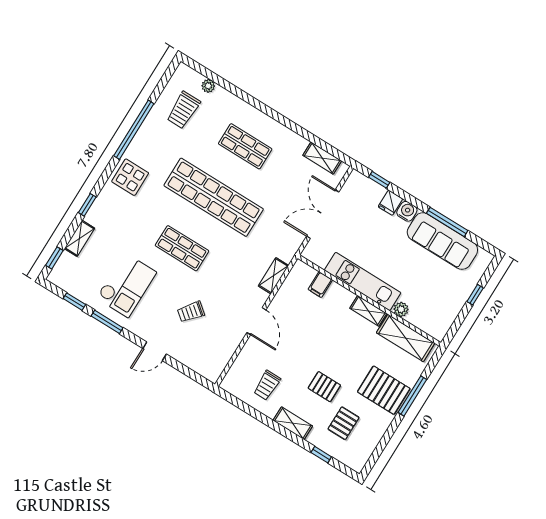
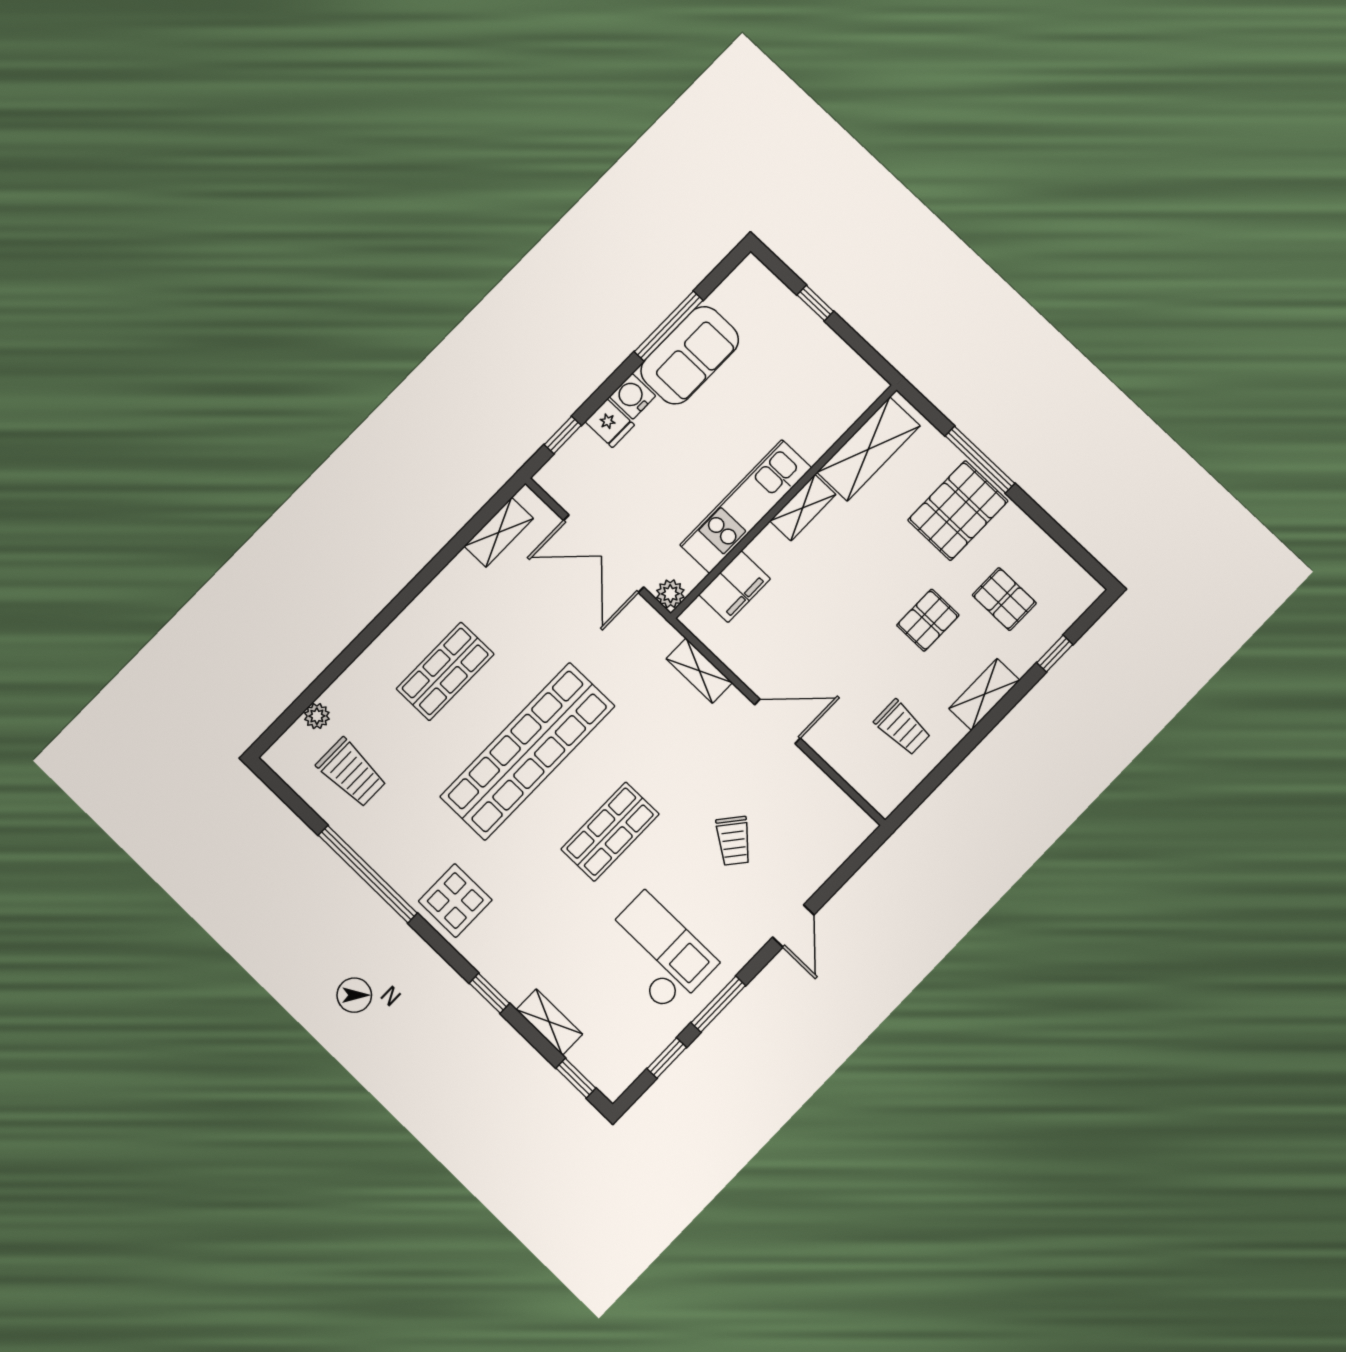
sofa: (442, 241) -> (690, 355), width x0.73
filing cabinet: (320, 285) -> (735, 587), width x2.00
plant: (401, 309) -> (670, 594), moved

